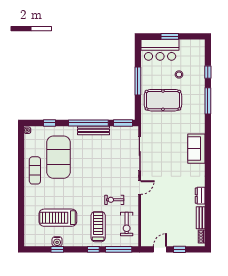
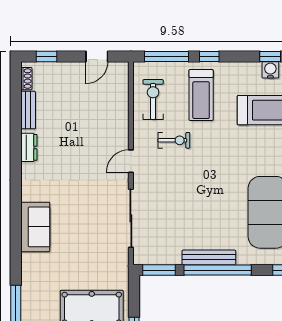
window: (179, 249) -> (47, 57), moved

